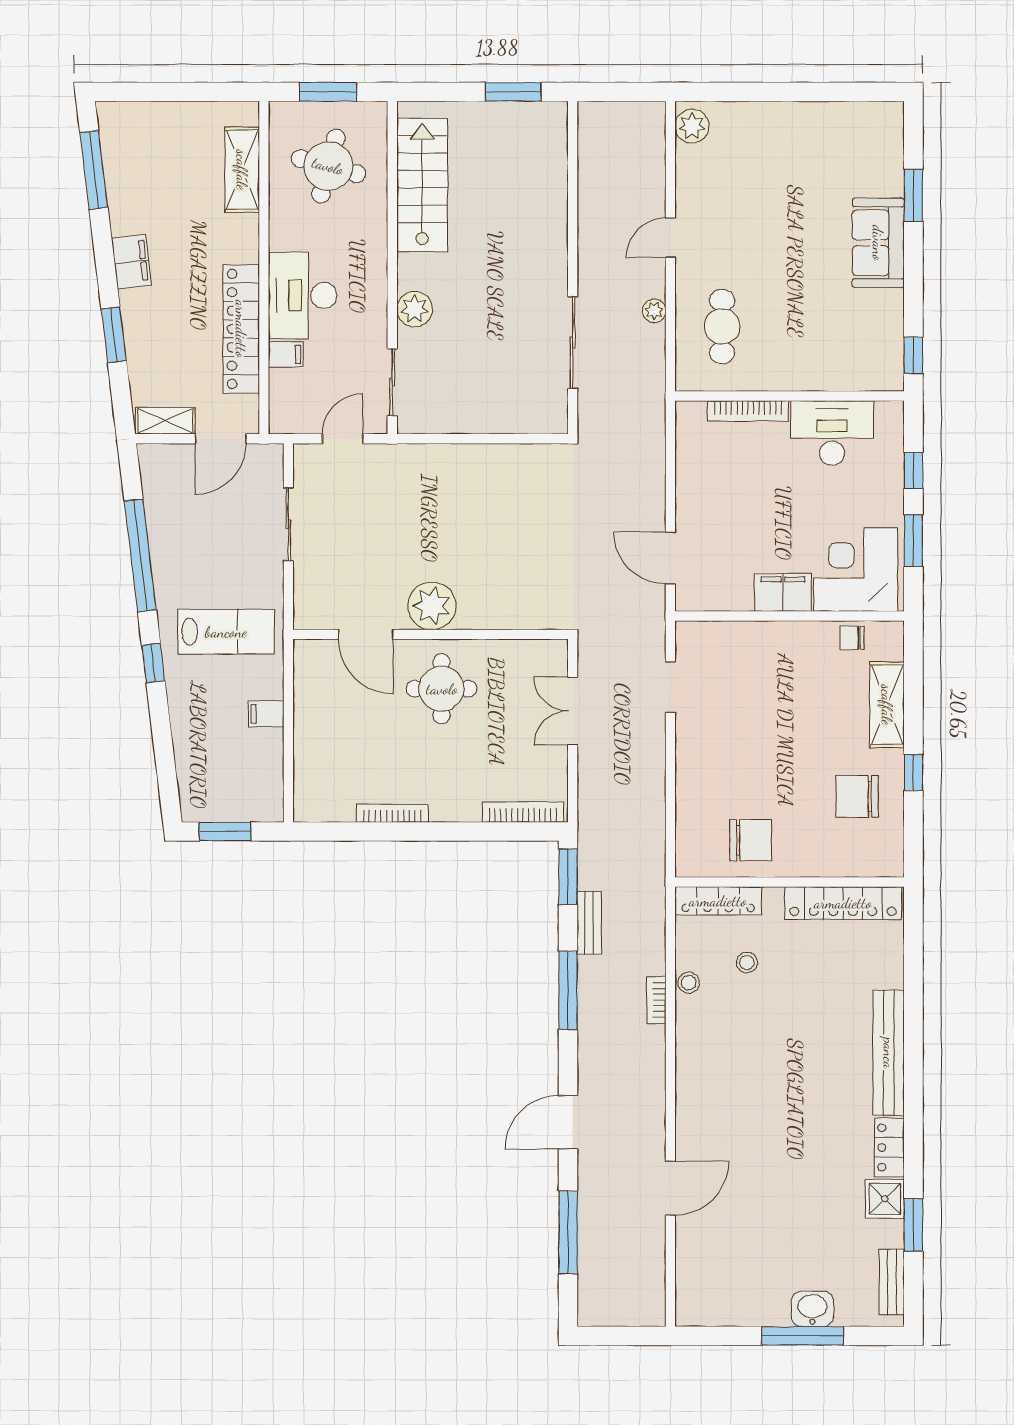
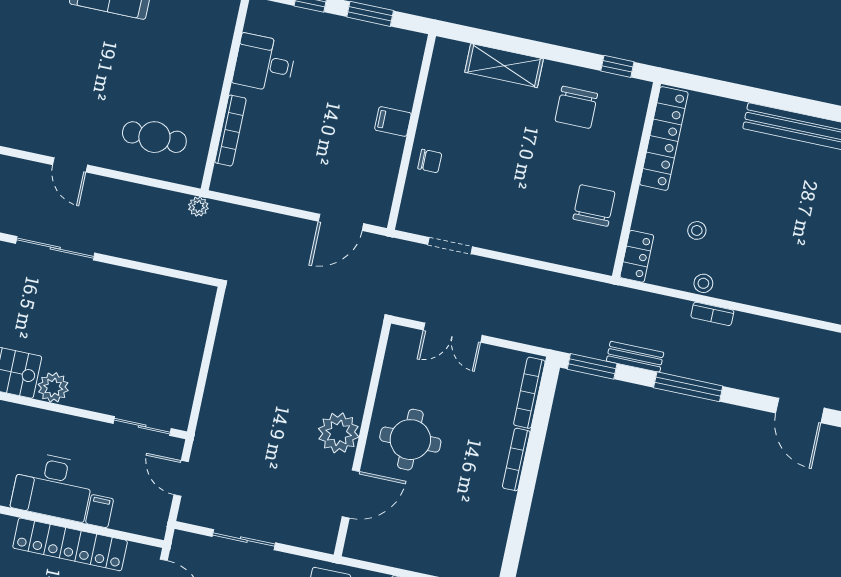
plant: (415, 309) -> (53, 387), moved
plant: (654, 311) -> (198, 207), moved
sliding door: (573, 342) -> (55, 248), moved
desk: (832, 433) -> (264, 63), width x0.73
corner desk: (856, 570) -> (384, 68), removed
filing cabinet: (783, 593) -> (393, 121), width x0.50
chair: (852, 638) -> (430, 161), moved, turned -90
window: (913, 772) -> (617, 66), moved
bookcase: (392, 813) -> (516, 459), moved
locker: (718, 901) -> (637, 256), width x0.66

